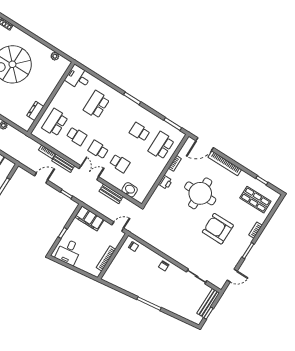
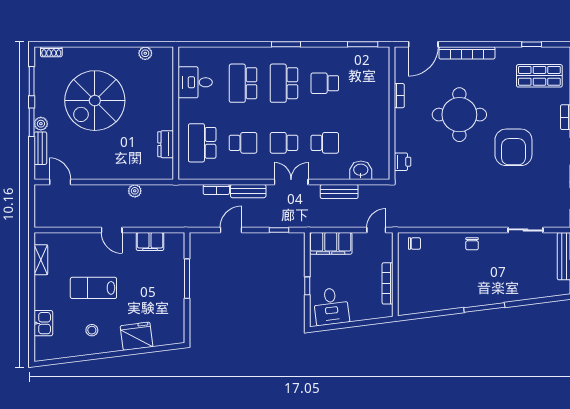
desk: (78, 78) -> (195, 82), moved
school desk: (161, 146) -> (284, 83), moved
printer: (165, 182) -> (403, 162), moved
armchair: (218, 229) -> (513, 147), turned -90

